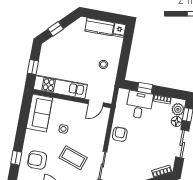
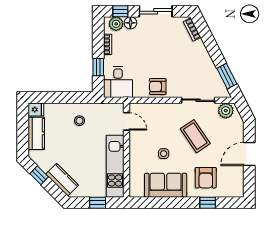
window: (56, 29) -> (39, 175), moved
kitchen counter: (57, 41) -> (62, 180), added
desk: (139, 105) -> (118, 82), moved, turned -90
sofa: (39, 113) -> (166, 185), moved
coffee table: (73, 158) -> (195, 136), turned -53

